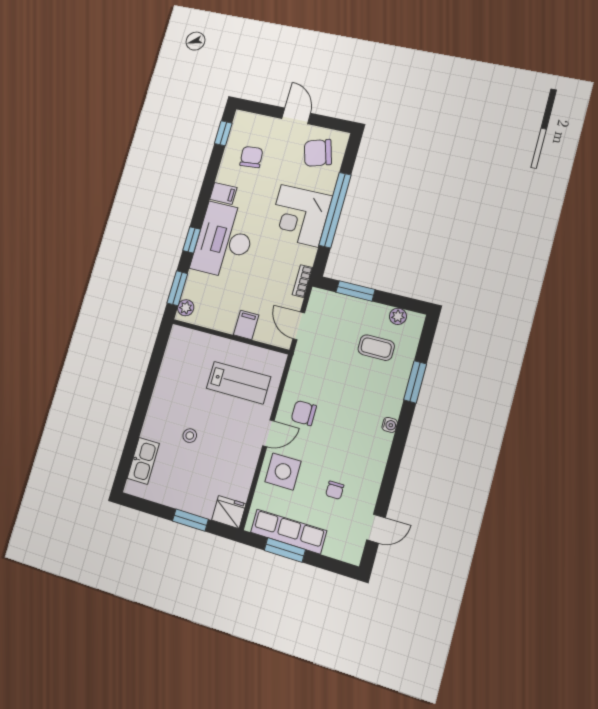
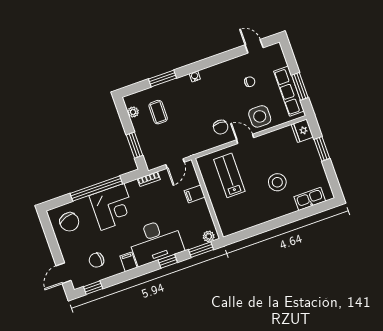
door: (296, 116) -> (63, 273), moved
stool: (190, 436) -> (277, 182), width x1.89, depth x1.89

